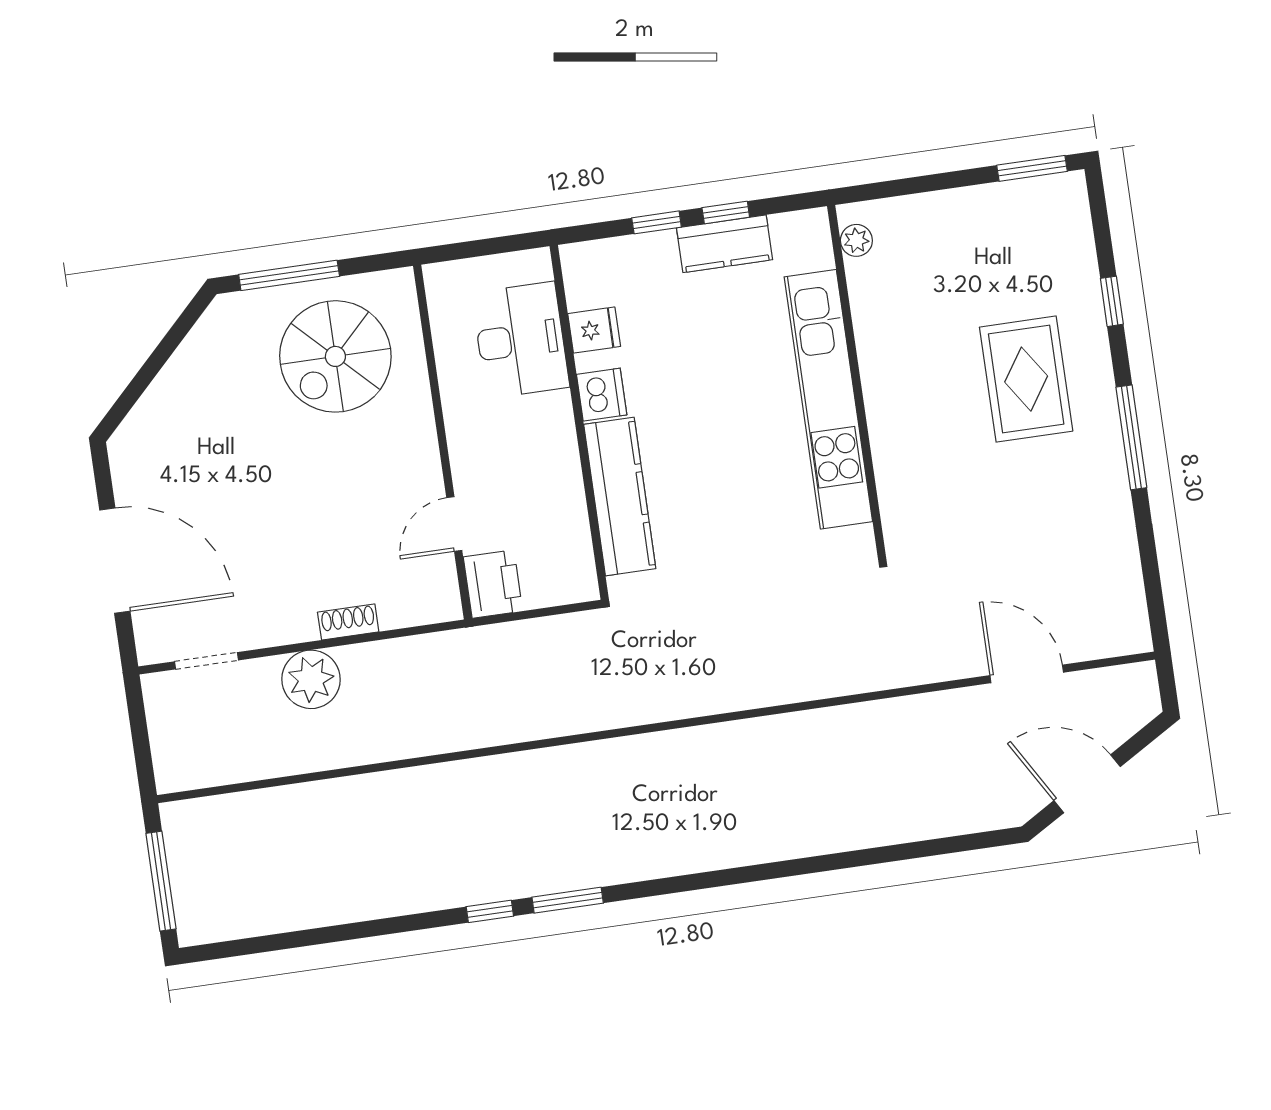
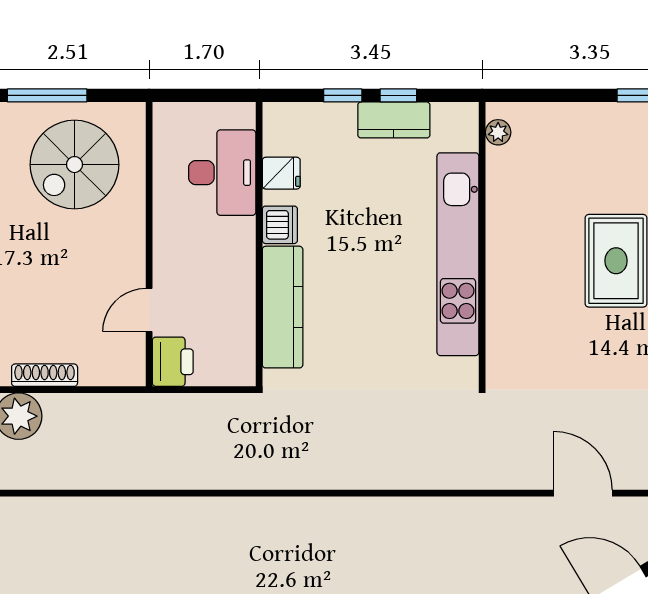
shoe rack: (348, 622) -> (45, 375), width x1.43

